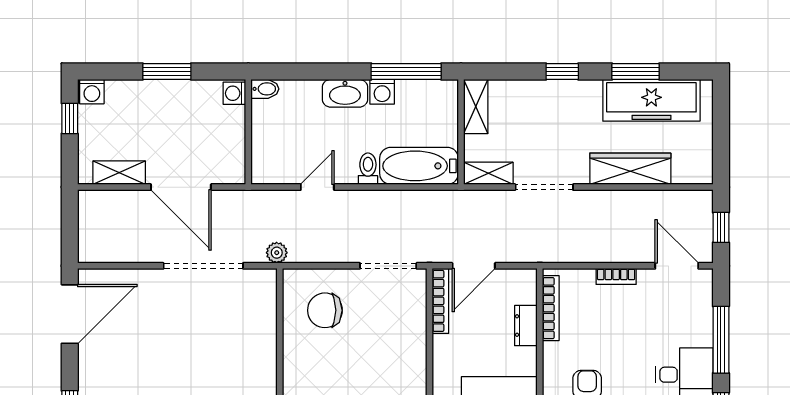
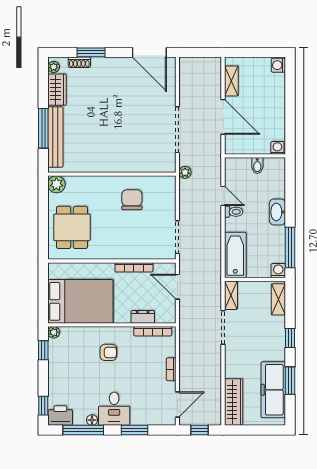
window: (167, 71) -> (290, 109), removed
bidet: (265, 89) -> (257, 166), moved
washing machine: (382, 92) -> (278, 271), moved, turned 90
shelving: (476, 106) -> (278, 299), moved, turned 90
window: (70, 118) -> (263, 52), removed
toilet: (368, 169) -> (234, 212), moved
wardrobe: (630, 169) -> (234, 402), moved
door: (181, 187) -> (223, 117), swing flipped
bookcase: (440, 301) -> (134, 267), moved
chair: (325, 310) -> (132, 200), moved
window: (721, 340) -> (134, 430), width x0.69

